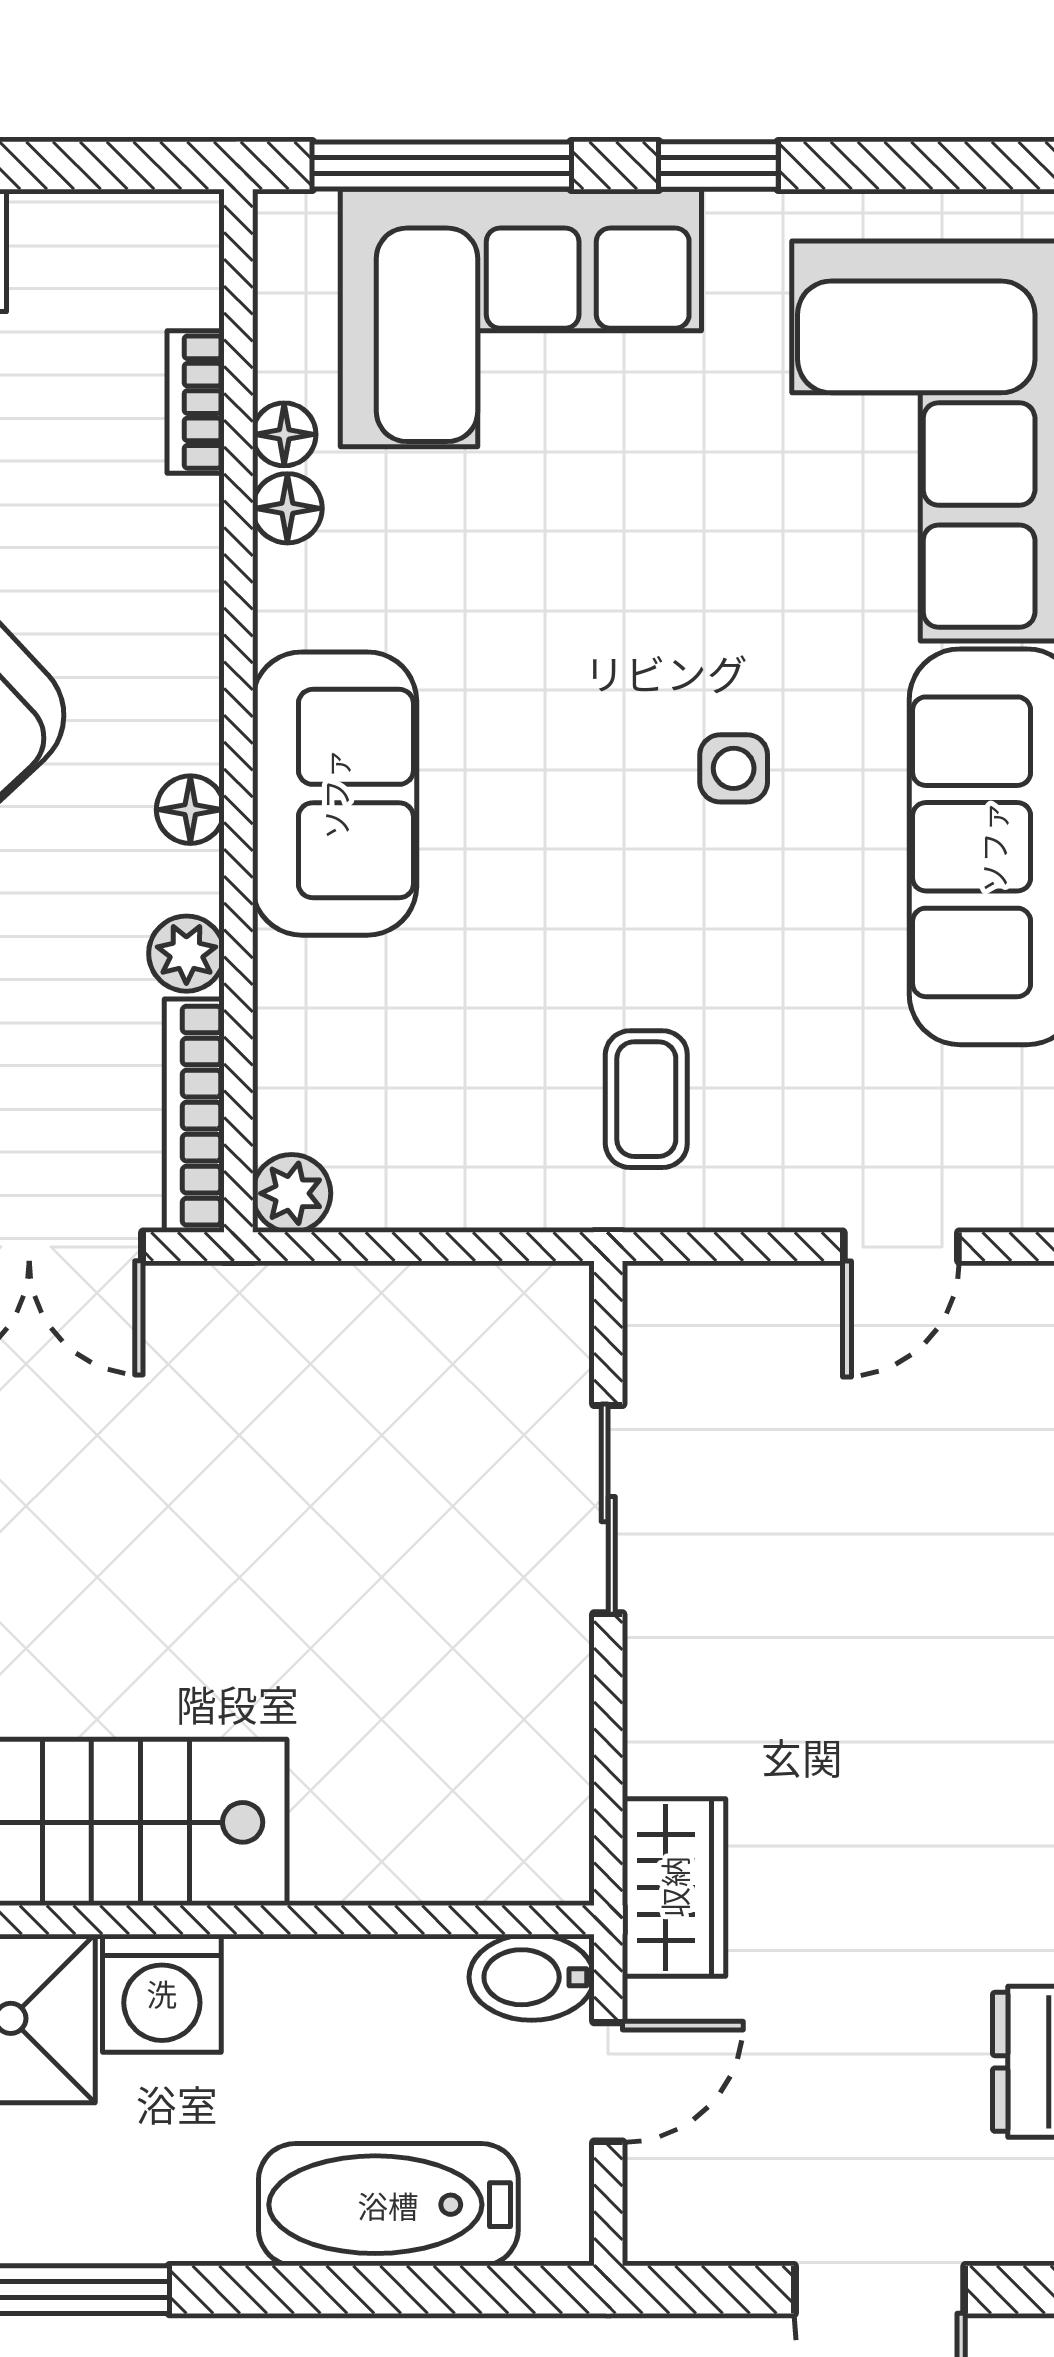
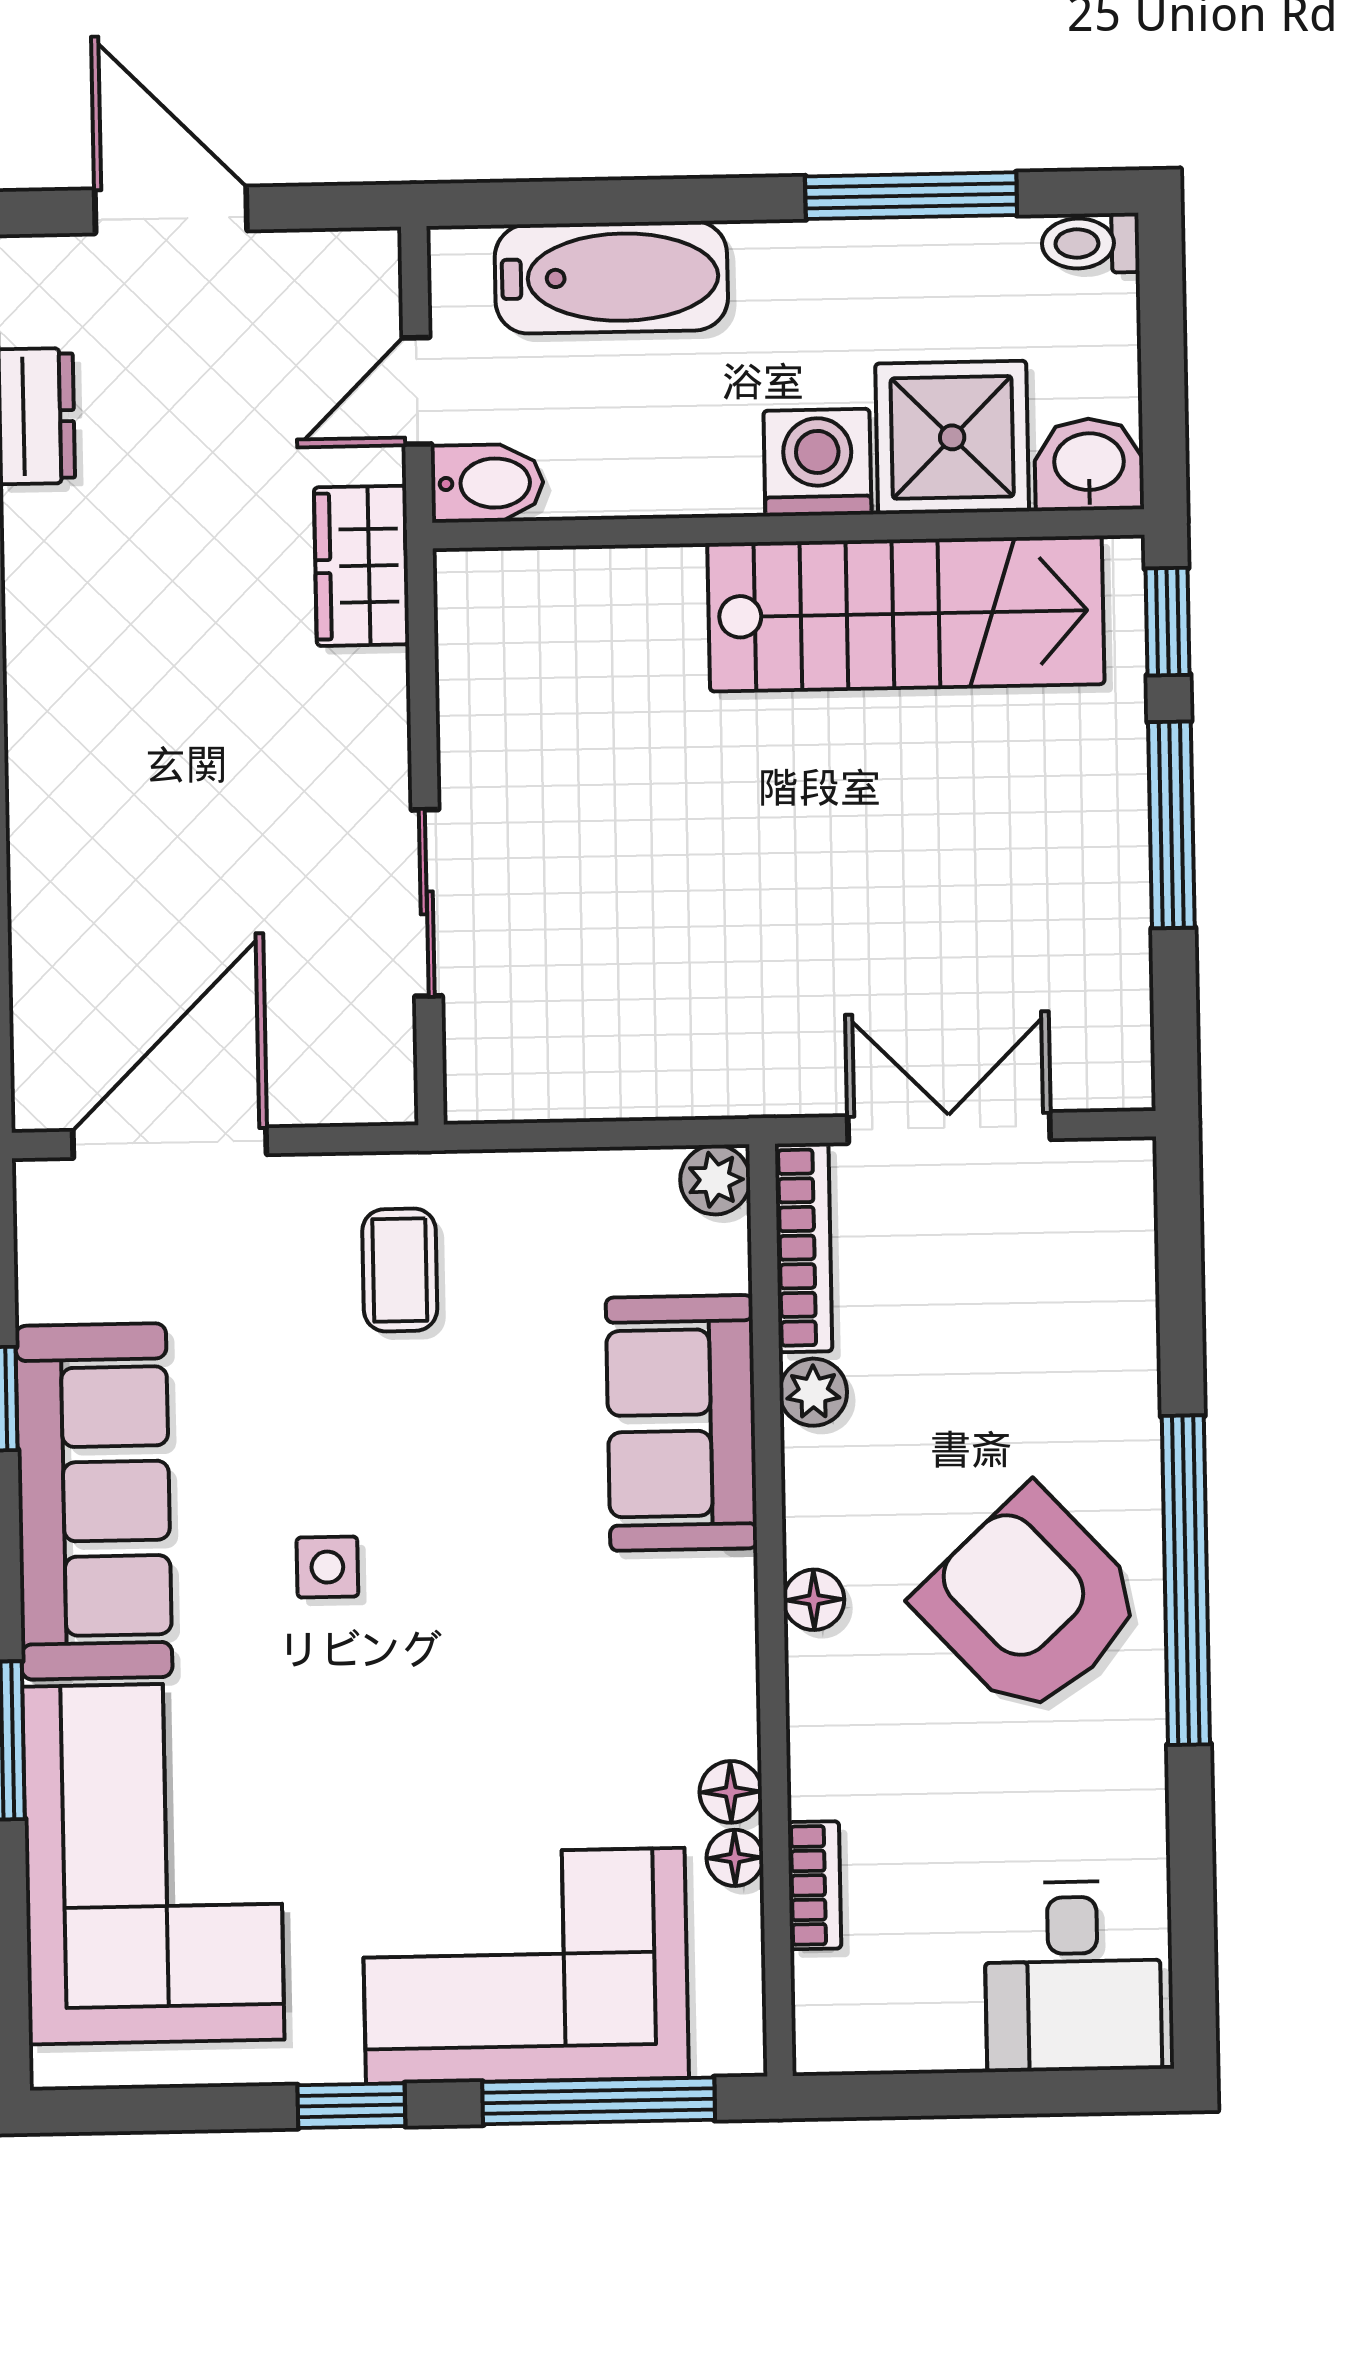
sofa: (335, 794) -> (681, 1423), moved
floor lamp: (190, 810) -> (814, 1600), moved
door: (901, 1247) -> (170, 1143), width x1.88

